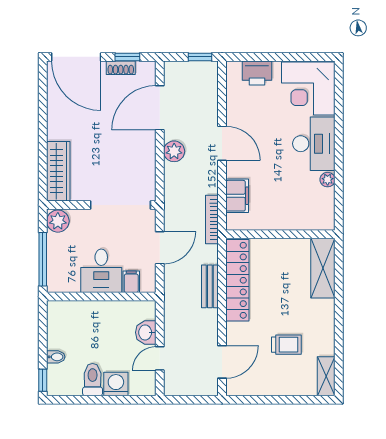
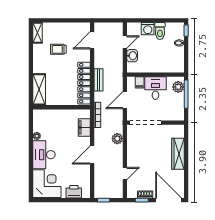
door: (160, 108) -> (125, 174), width x0.53
door: (222, 143) -> (92, 155), hinge flipped
plant: (174, 151) -> (117, 139), moved
wardrobe: (58, 171) -> (178, 154), moved
plant: (58, 221) -> (178, 87), moved

